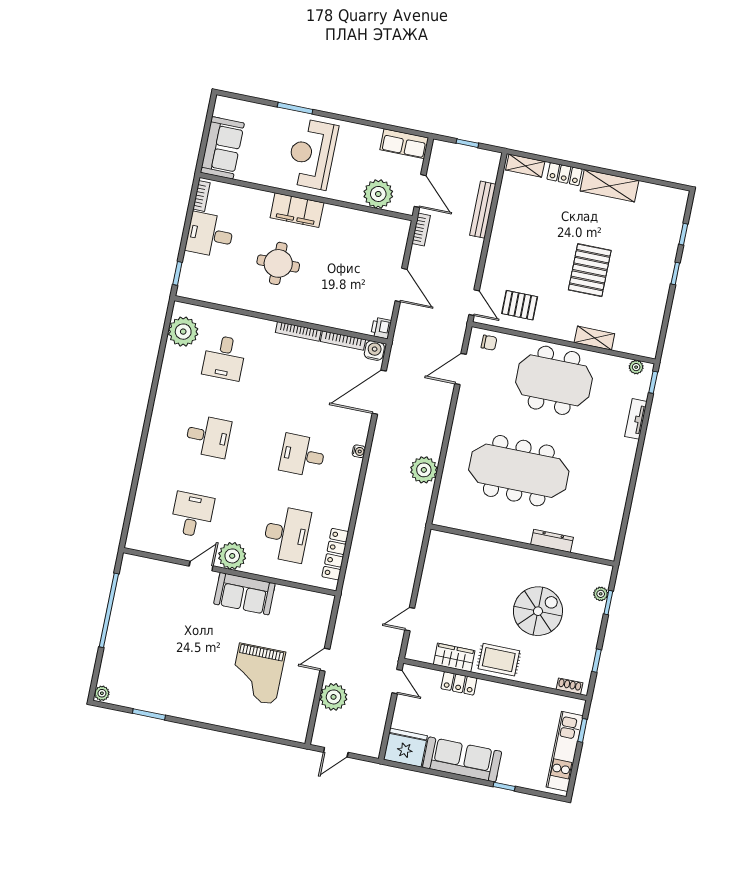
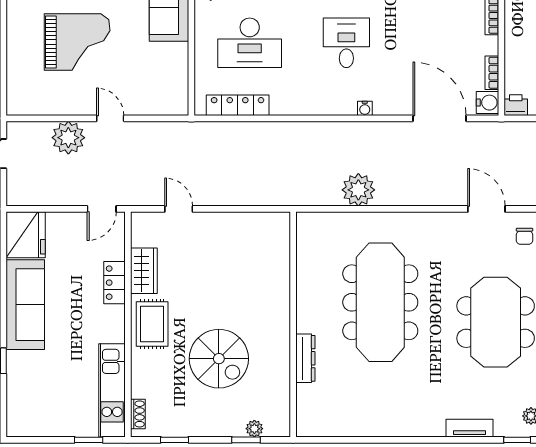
bookcase: (343, 340) -> (492, 73), width x0.64
grand piano: (257, 674) -> (77, 42), turned 180
kitchen unit: (565, 751) -> (112, 390), moved, turned -90

